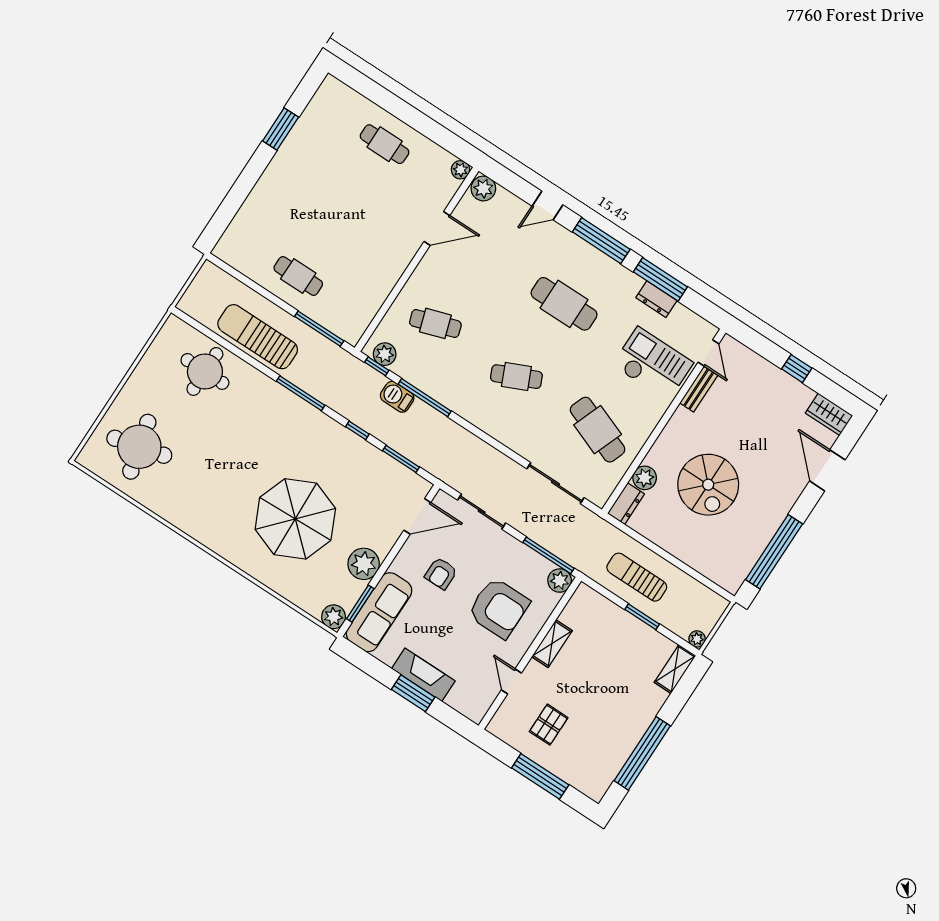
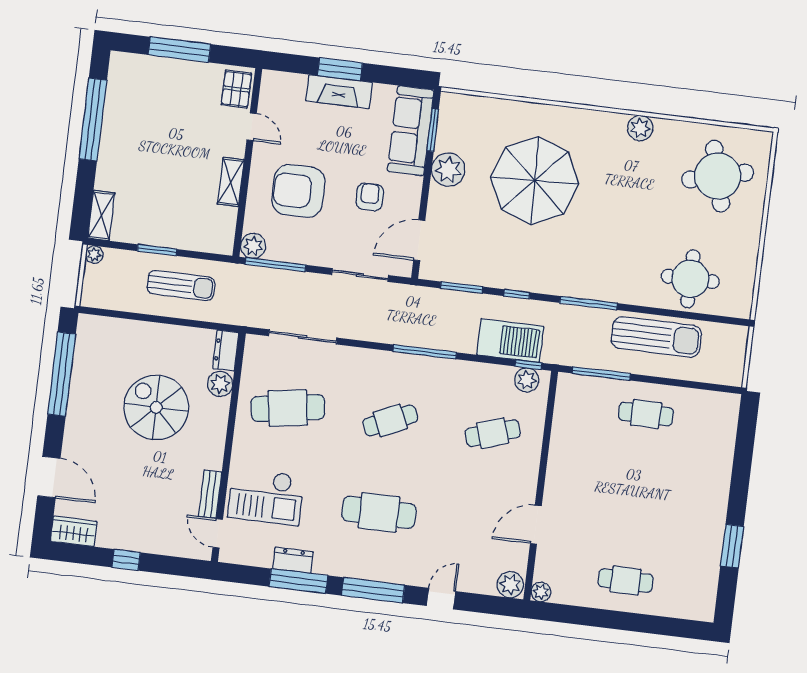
barbecue: (397, 397) -> (510, 341), width x1.88, depth x1.53
window: (425, 398) -> (425, 352), moved
cafe table: (598, 430) -> (288, 408), turned -30
plant: (334, 617) -> (640, 128), moved
pallet: (549, 725) -> (236, 89), moved

